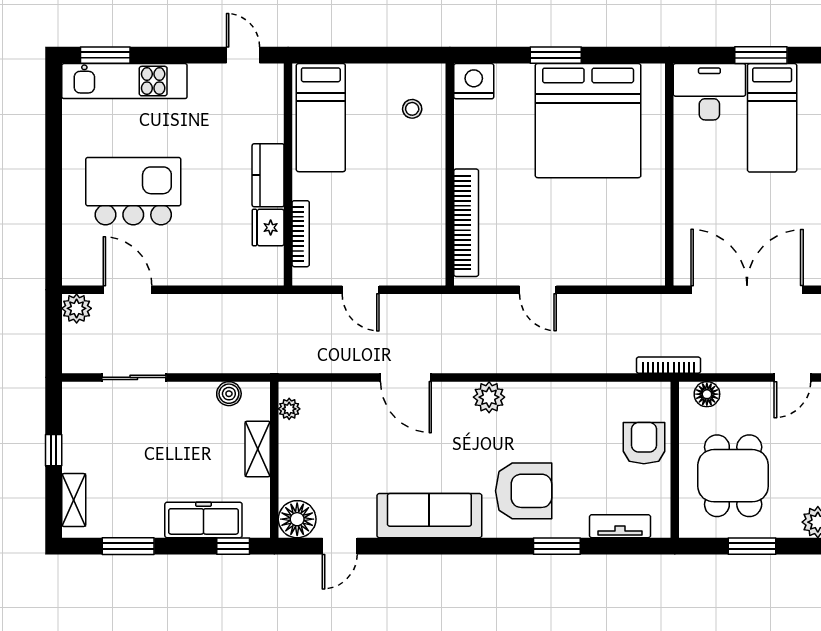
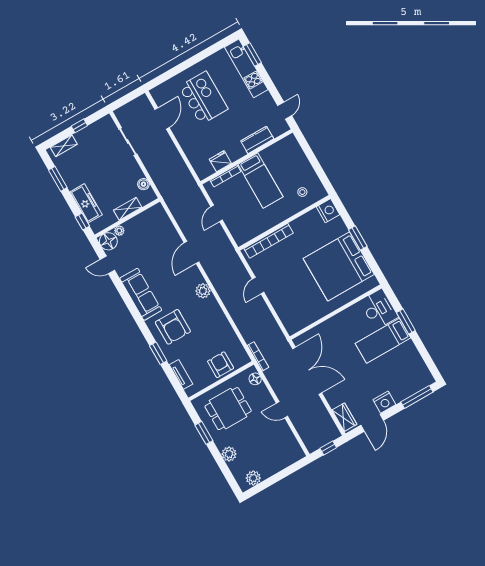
bed: (321, 118) -> (260, 180), moved, turned -90
kitchen counter: (268, 175) -> (257, 140), moved
plant: (77, 308) -> (142, 102), removed
plant: (289, 409) -> (119, 231), moved
armchair: (644, 443) -> (221, 365), turned -90

